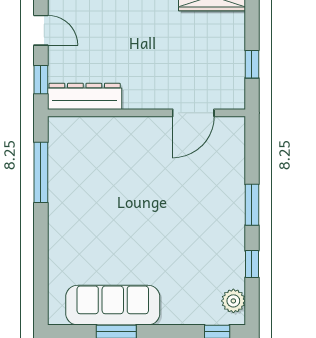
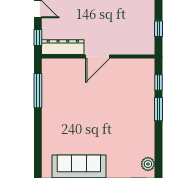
door: (193, 113) -> (98, 57), moved
window: (252, 264) -> (159, 83), moved

